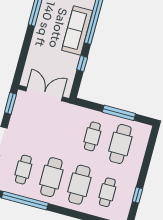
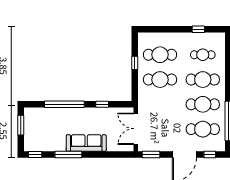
sofa: (77, 31) -> (86, 143), moved, turned 180
window: (119, 113) -> (135, 63), width x0.46
cafe table: (92, 136) -> (160, 80), width x1.37, depth x1.35
cafe table: (23, 170) -> (203, 129), width x1.37, depth x1.35

